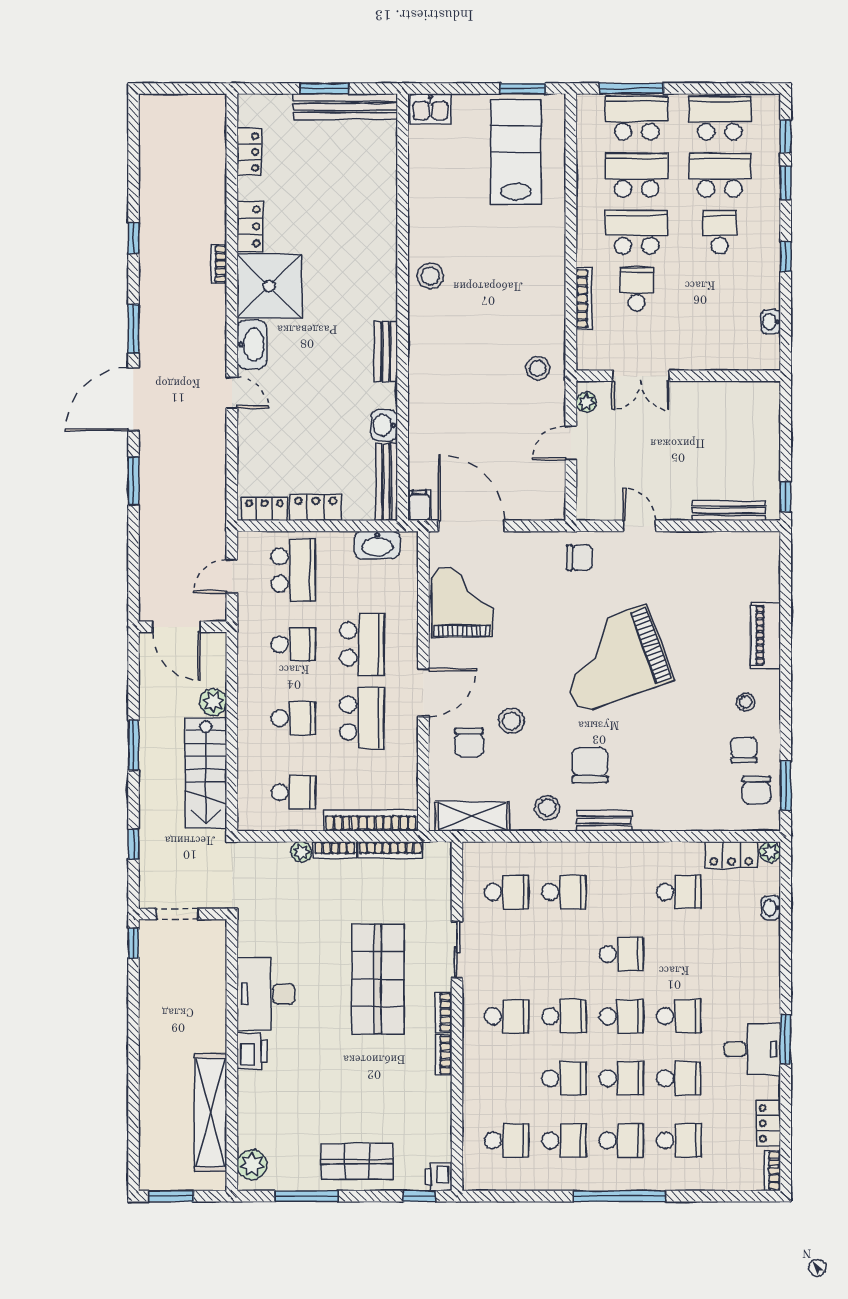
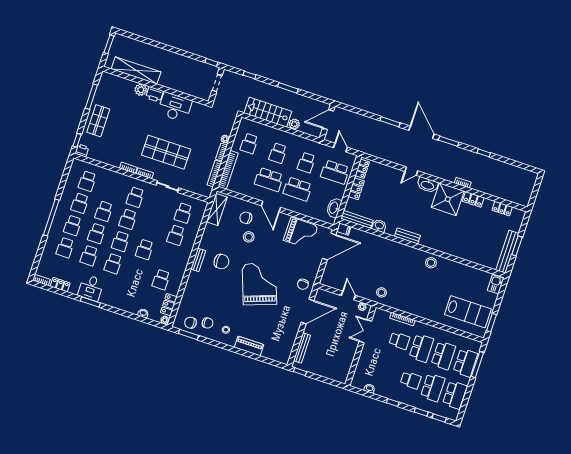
door: (639, 526) -> (308, 311), width x1.87
stool: (547, 808) -> (211, 240), removed
plant: (252, 1165) -> (141, 90), moved

